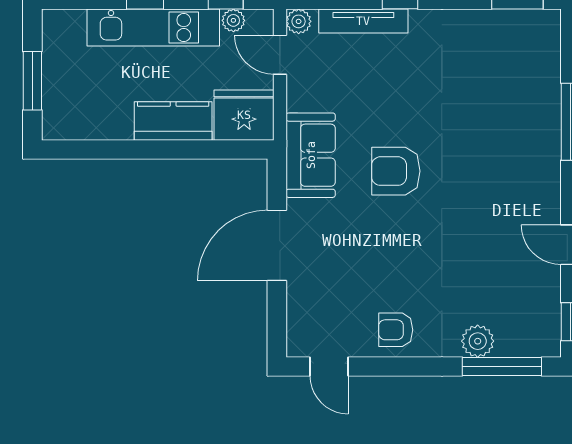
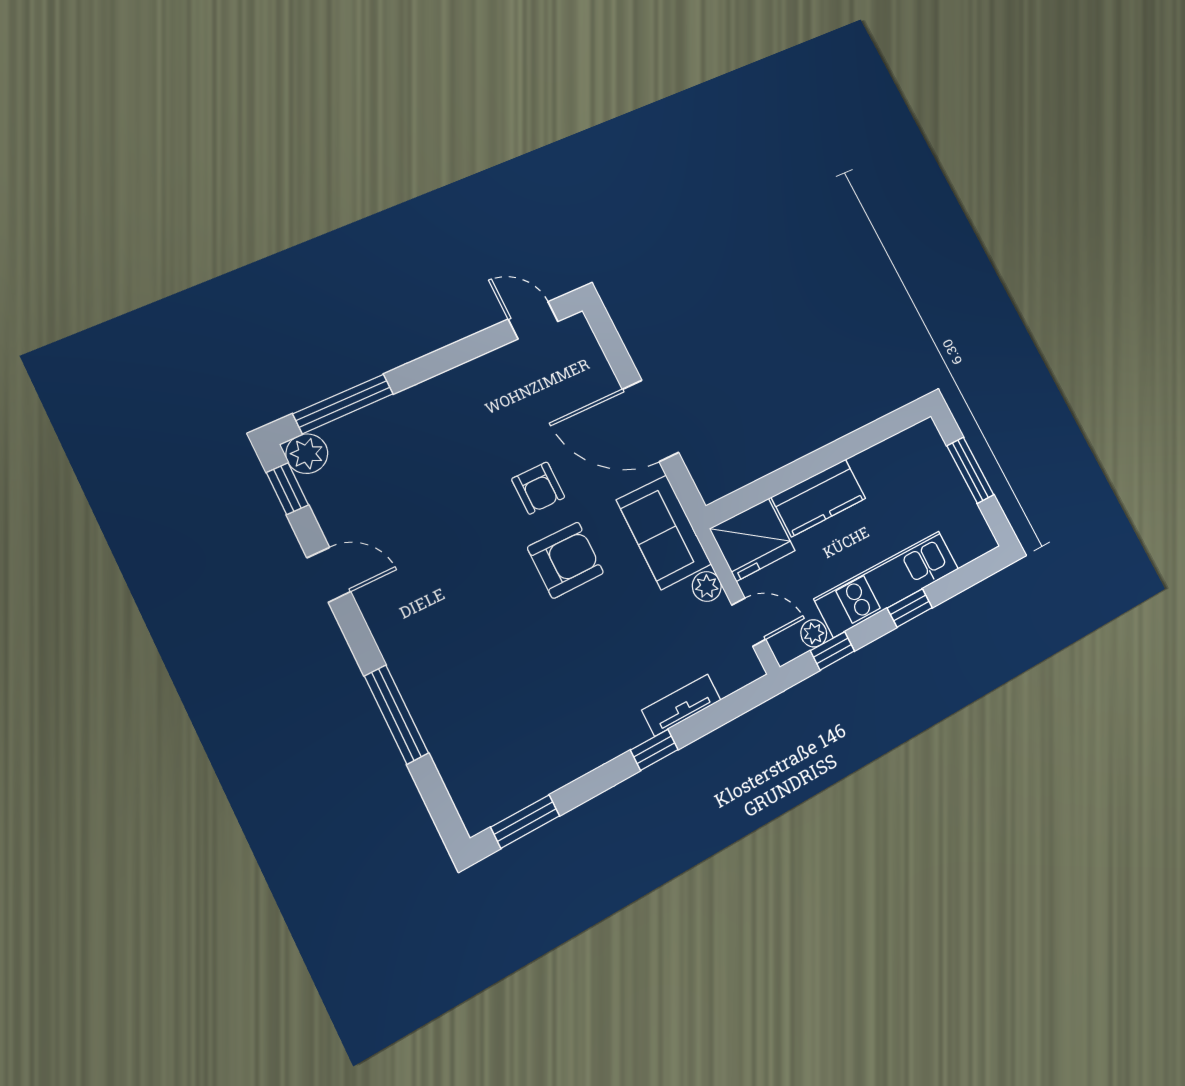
plant: (299, 21) -> (707, 586), moved
tv unit: (363, 21) -> (681, 705), width x0.71
door: (277, 245) -> (650, 421), swing flipped
armchair: (396, 330) -> (538, 488), moved, turned 90
plant: (478, 341) -> (307, 454), moved

